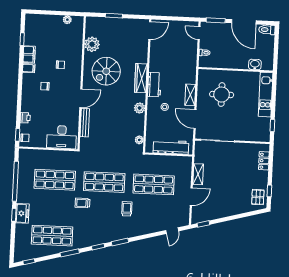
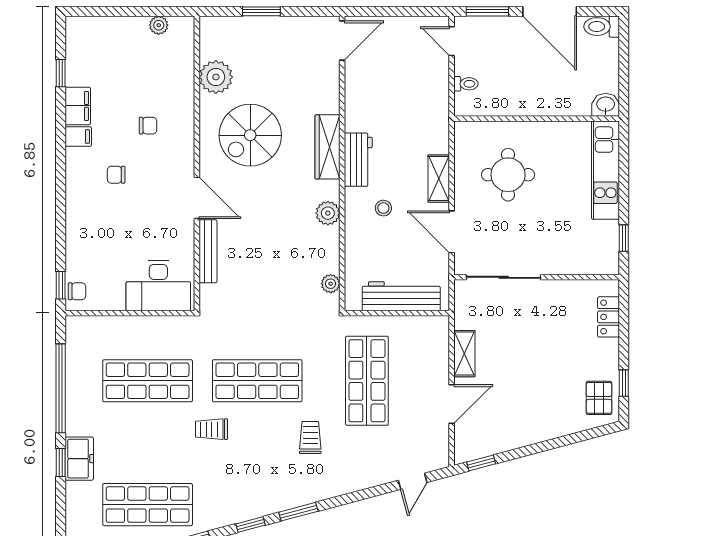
washbasin: (255, 65) -> (606, 105), moved
door: (81, 98) -> (197, 198), hinge flipped
printer: (25, 118) -> (76, 247), removed
shop shelf: (154, 184) -> (367, 381), turned 90

